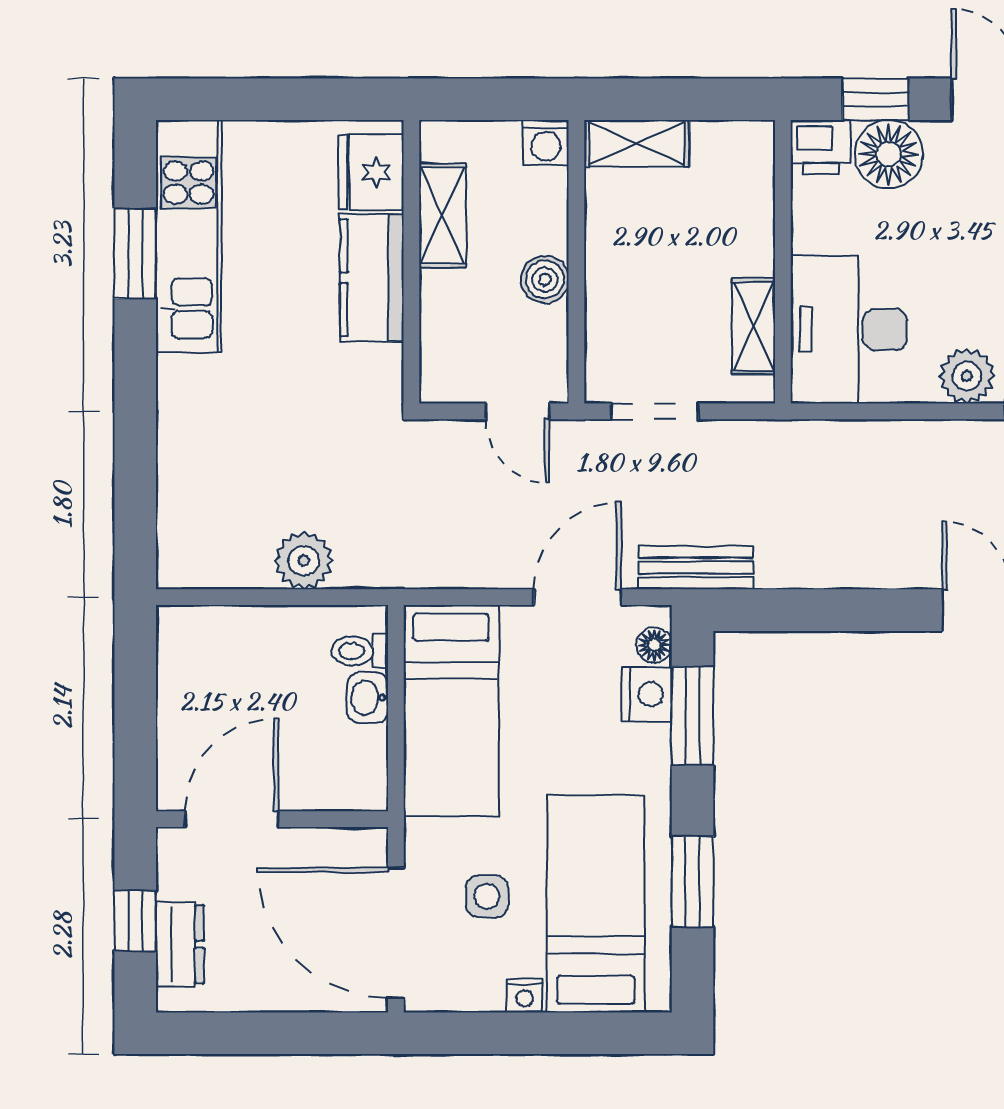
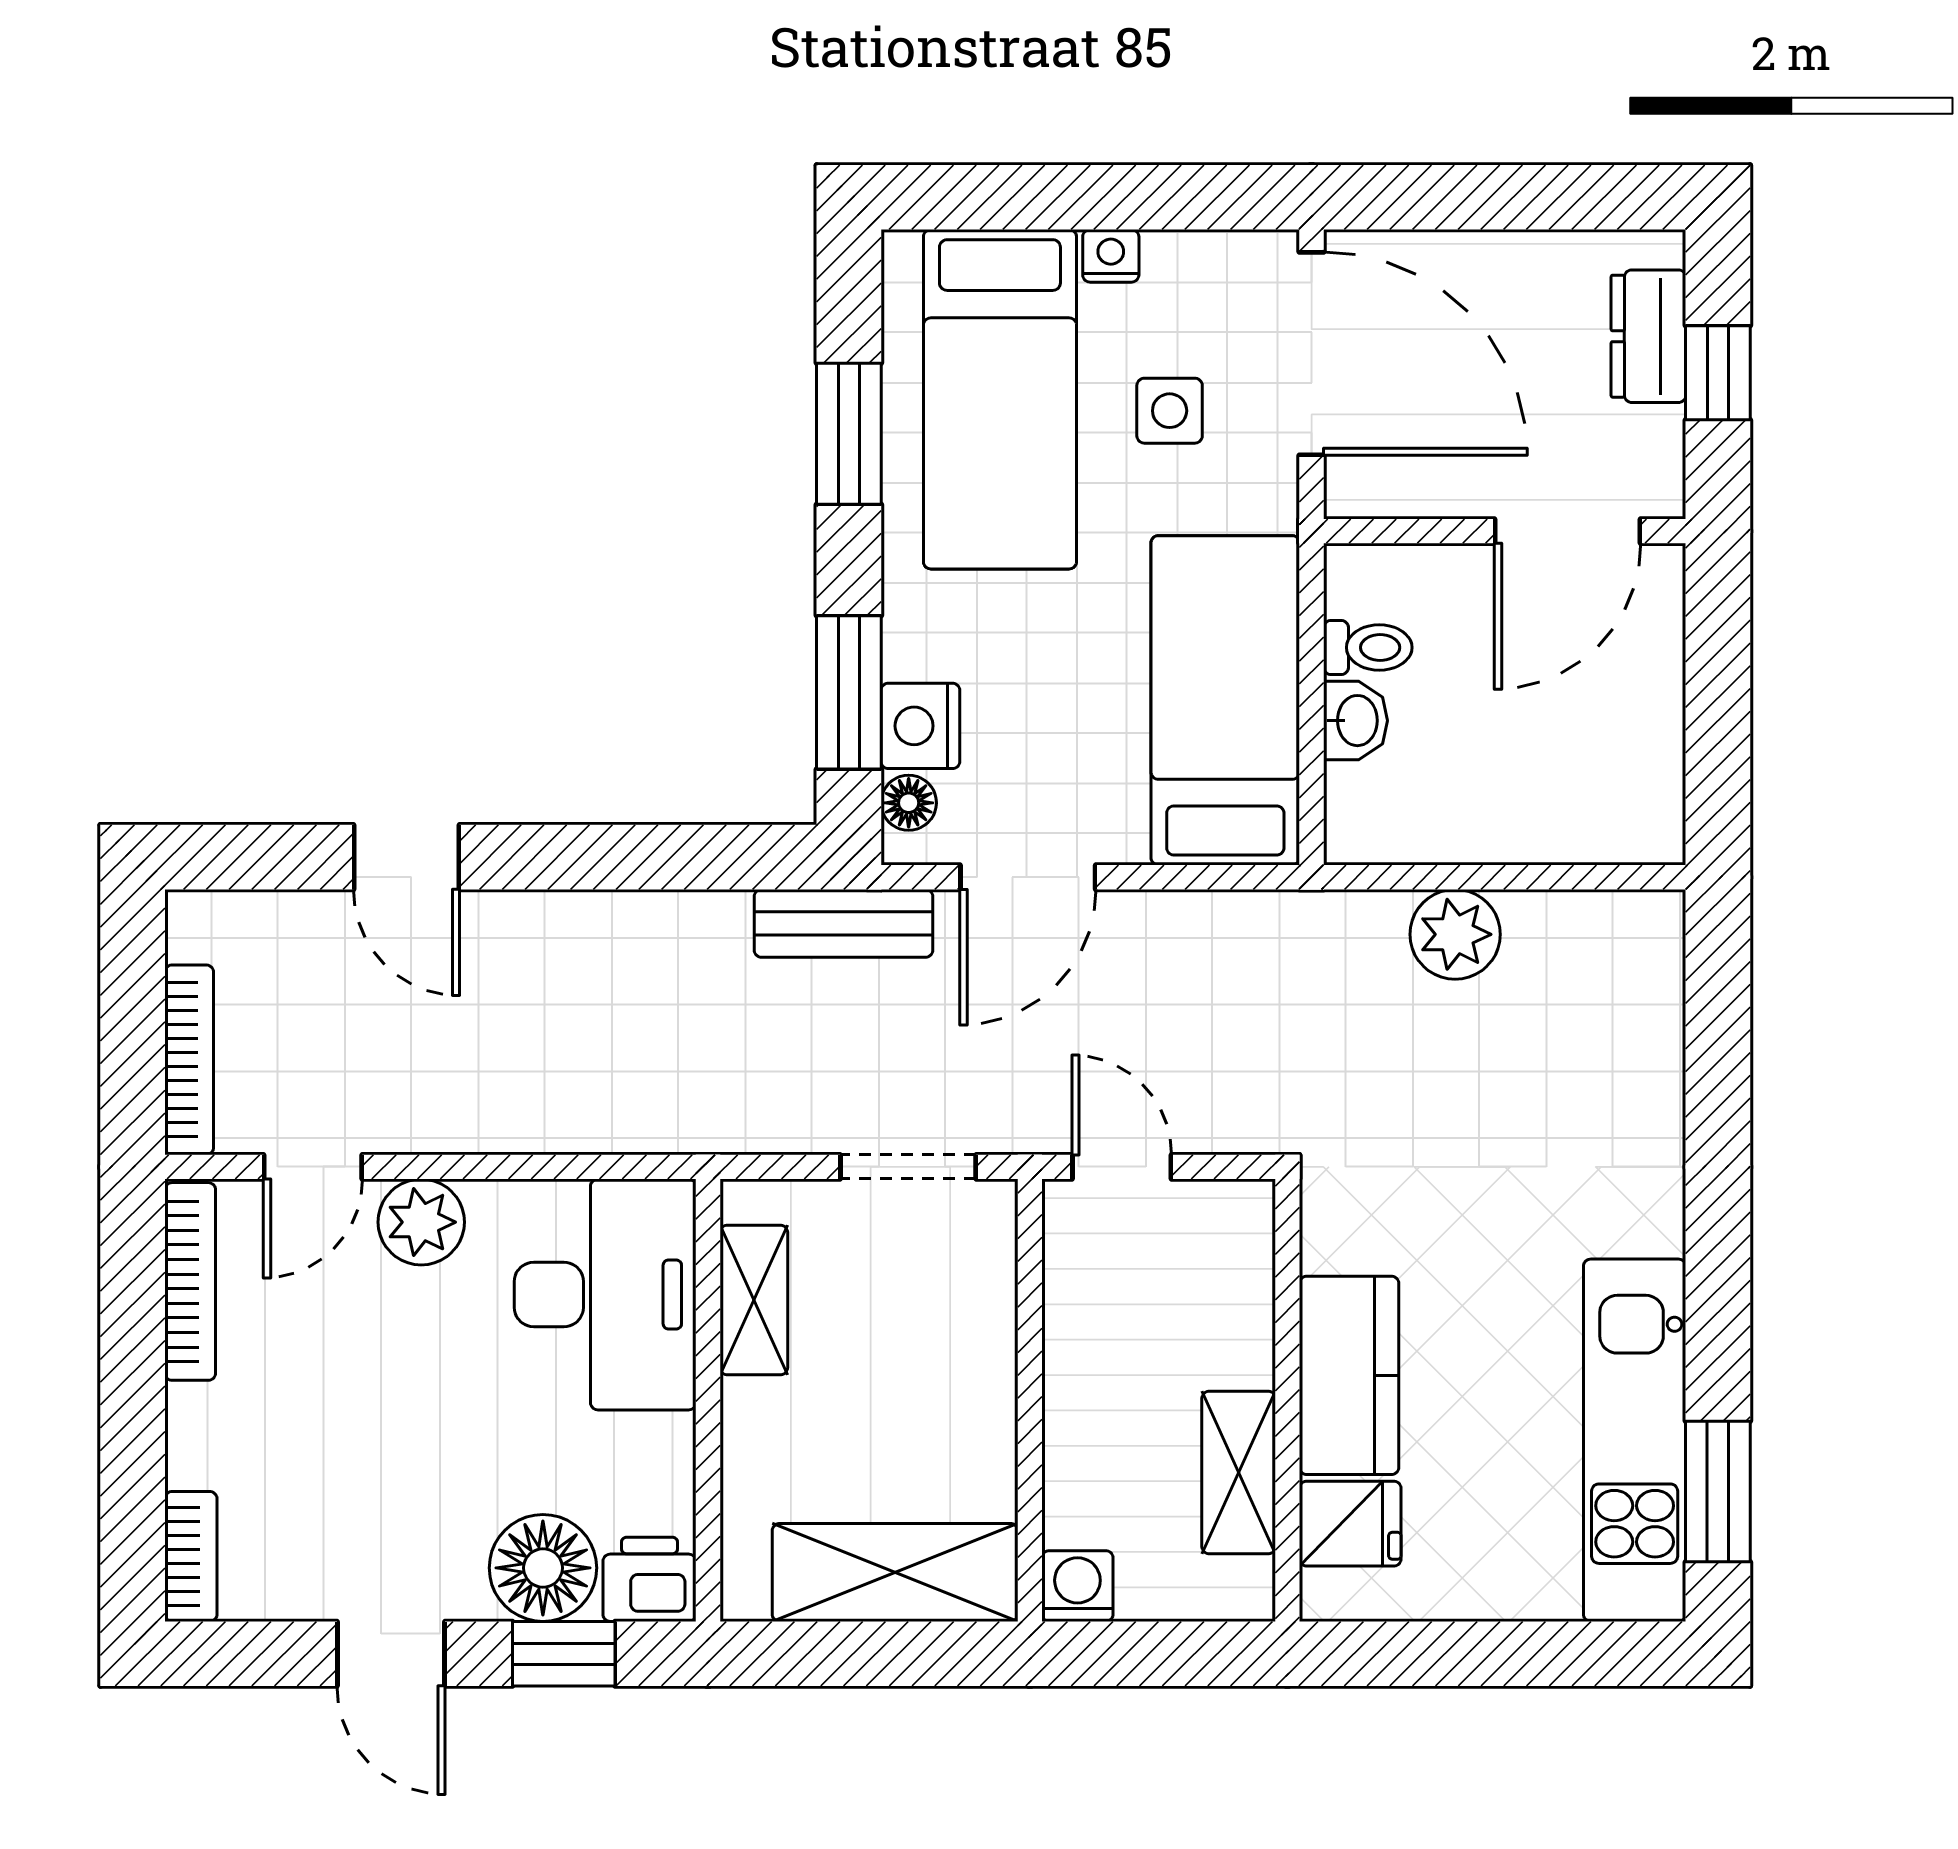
shelving: (637, 143) -> (895, 1572), width x1.50, depth x1.33
fridge: (371, 172) -> (1350, 1524), width x0.72
window: (135, 253) -> (1718, 1492), moved
boiler: (545, 280) -> (1079, 1373), removed
toilet: (360, 651) -> (1368, 647), moved

